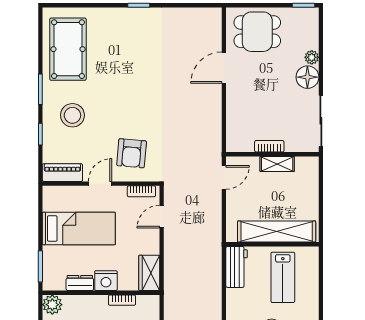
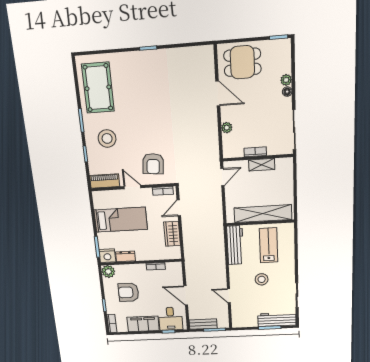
door: (224, 68) -> (218, 93), swing flipped
floor lamp: (307, 77) -> (287, 92), width x0.53, depth x0.53
plant: (233, 112) -> (227, 128), added
door: (100, 184) -> (132, 187), hinge flipped
workbench: (237, 267) -> (235, 245), width x1.38
wardrobe: (149, 273) -> (172, 234), moved
lab bench: (283, 277) -> (268, 245), turned 180
nightstand: (106, 281) -> (107, 256), moved

